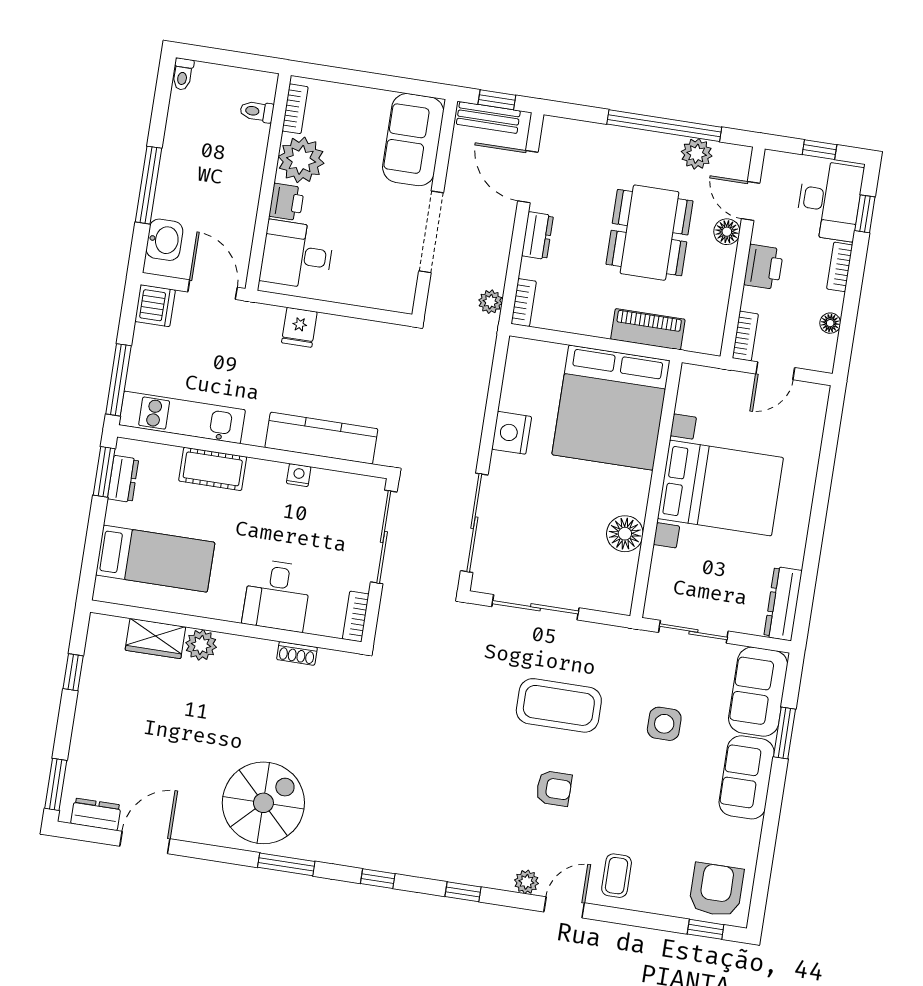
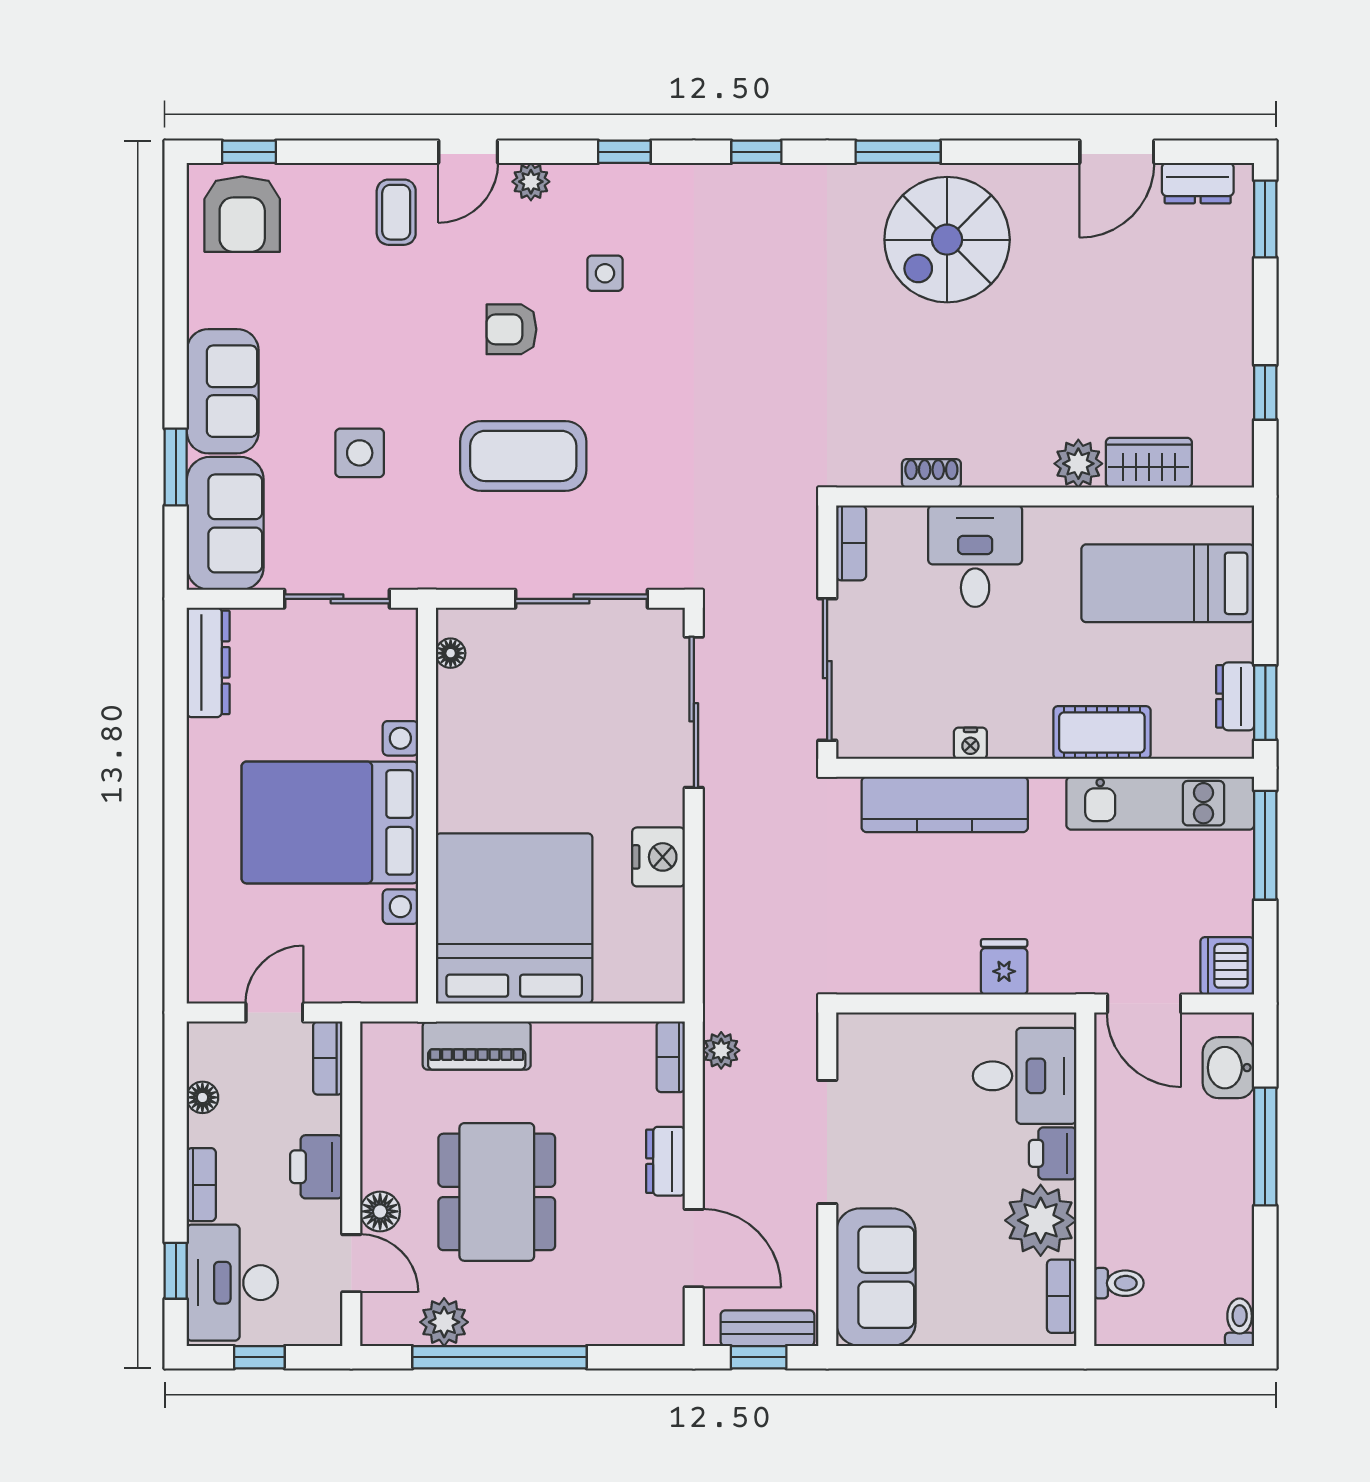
floor lamp: (625, 534) -> (451, 653), moved, width x0.53, depth x0.53
side table: (488, 815) -> (605, 273), added

